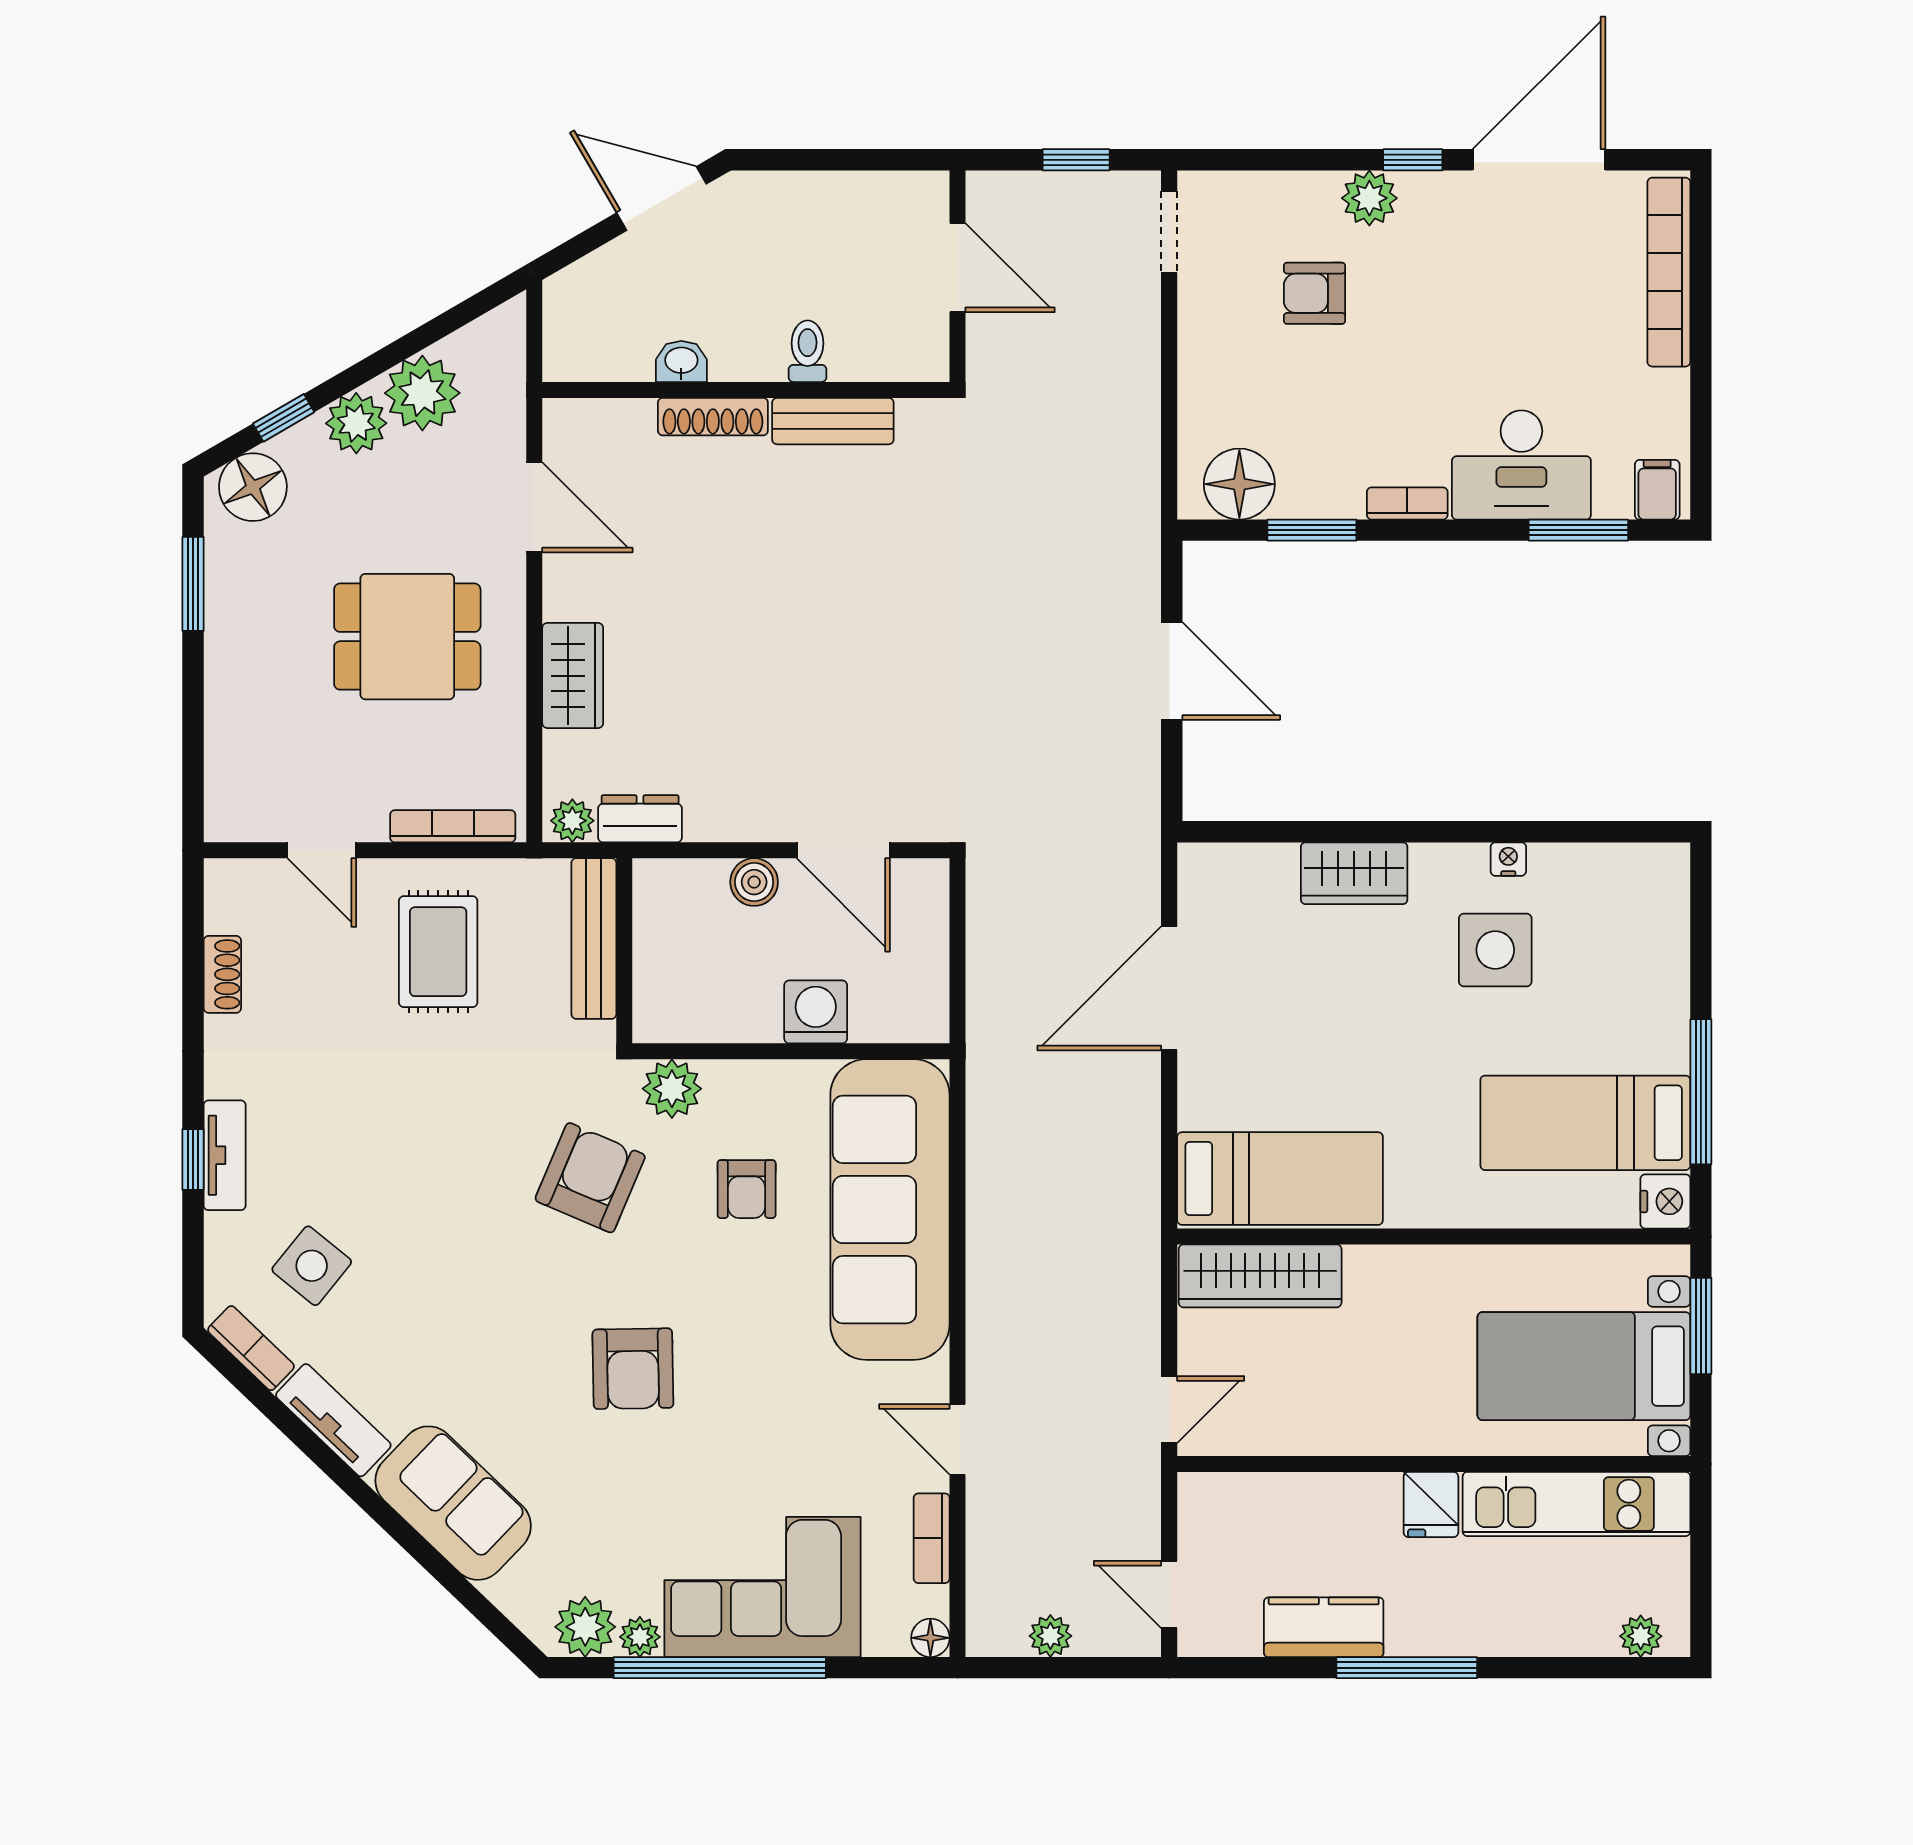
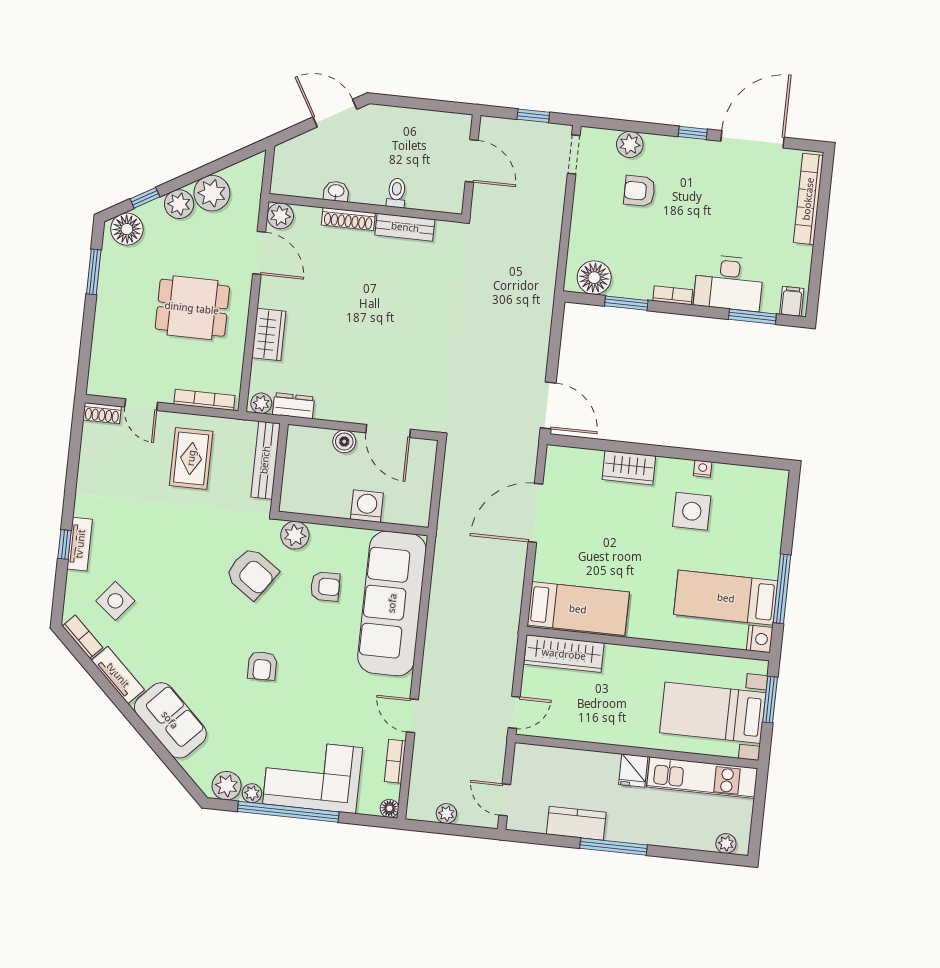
plant: (1369, 198) -> (630, 144), moved
plant: (570, 425) -> (280, 216), added
door: (1172, 671) -> (548, 405), moved
shoe rack: (222, 974) -> (102, 413), moved, turned 90
armchair: (590, 1178) -> (252, 573), turned 102
armchair: (747, 1189) -> (325, 587), turned -91
armchair: (633, 1369) -> (262, 666), width x0.72, depth x0.72

